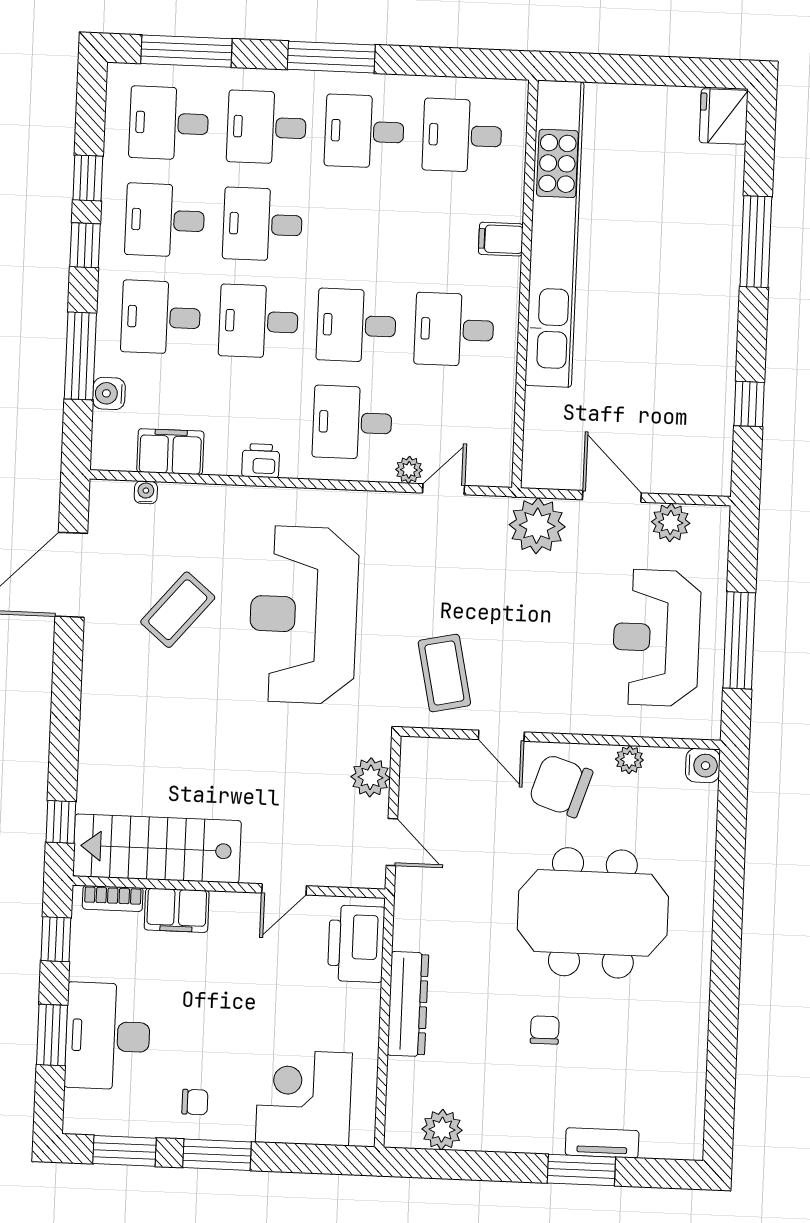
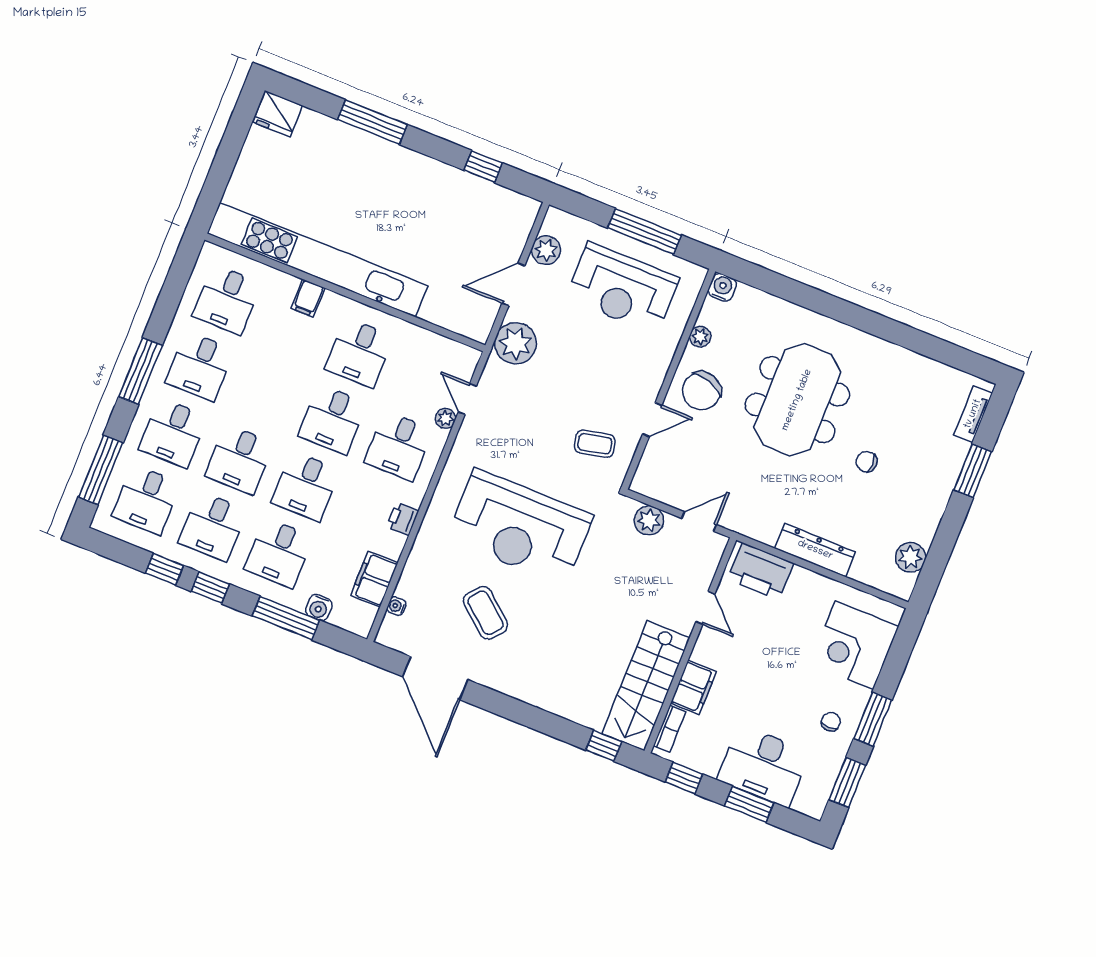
coffee table: (444, 673) -> (595, 444), width x0.73, depth x0.77
tv unit: (602, 1143) -> (973, 414), moved

